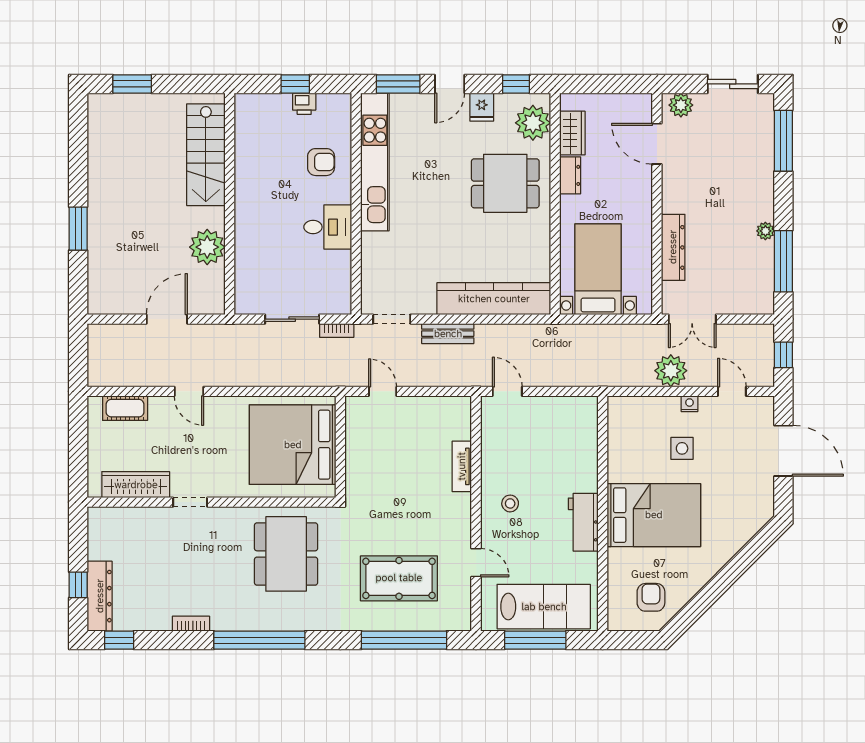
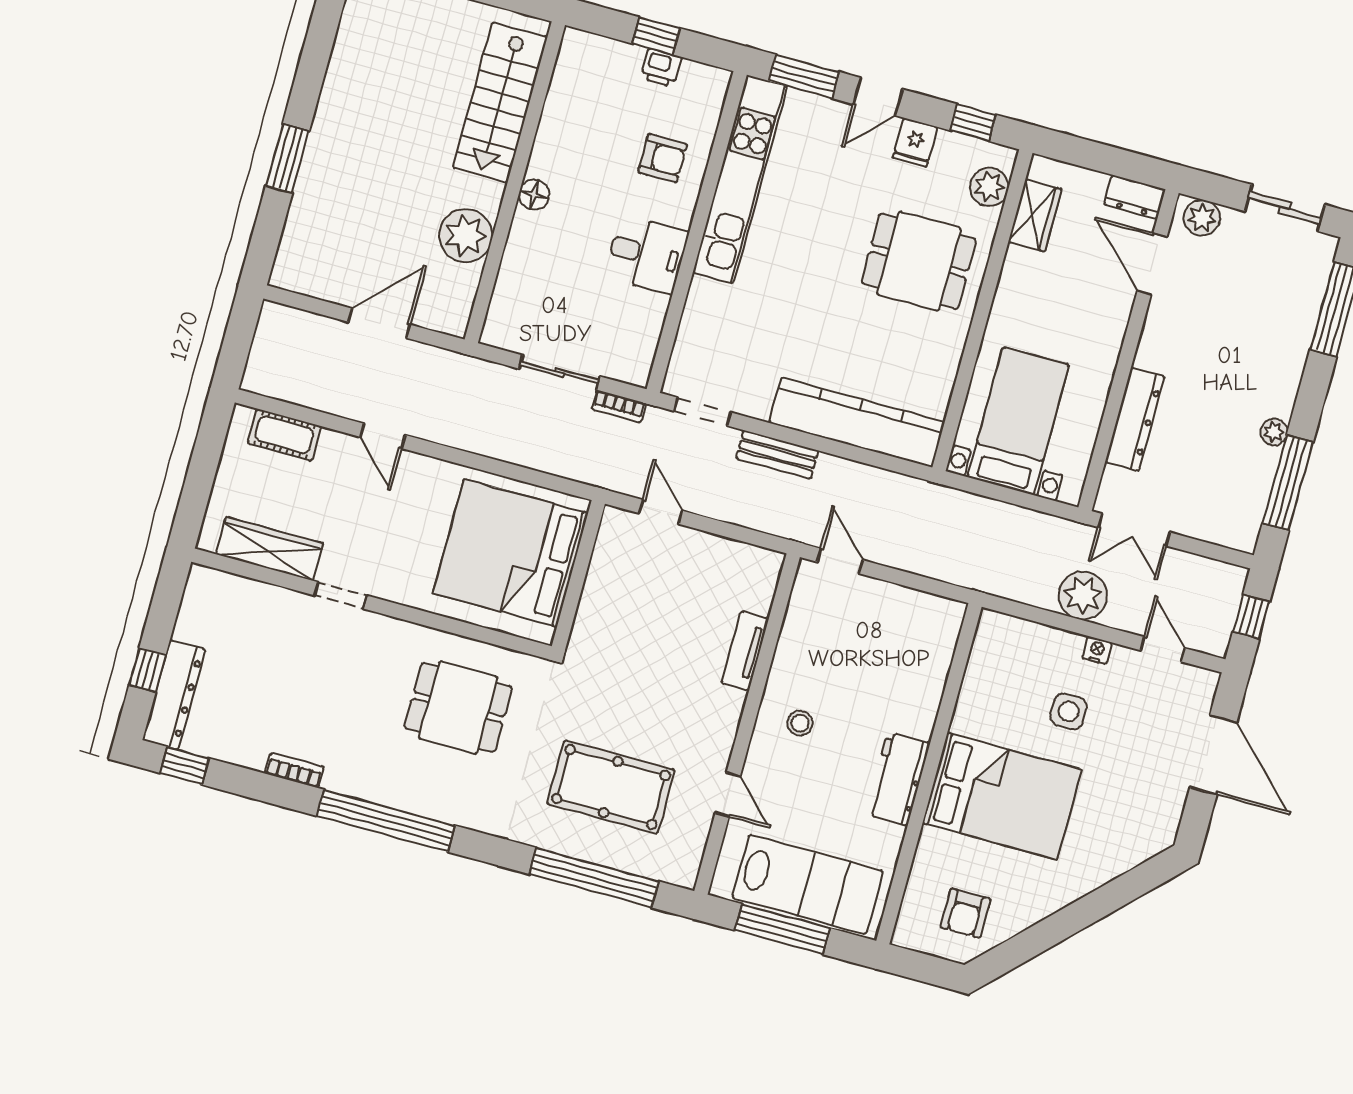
plant: (533, 123) -> (989, 187), width x0.73, depth x0.73
dresser: (570, 175) -> (1135, 197), moved, turned 90
floor lamp: (244, 208) -> (534, 195), added
dining table: (286, 554) -> (458, 708), width x0.73
armchair: (651, 597) -> (965, 913), turned 180

